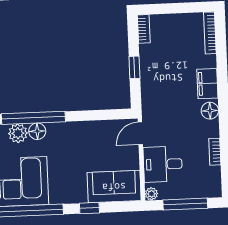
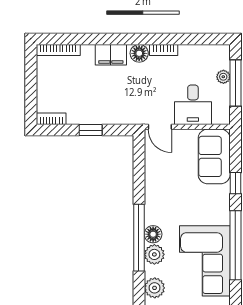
bookcase: (215, 152) -> (164, 50), moved
plant: (151, 194) -> (223, 77), moved

